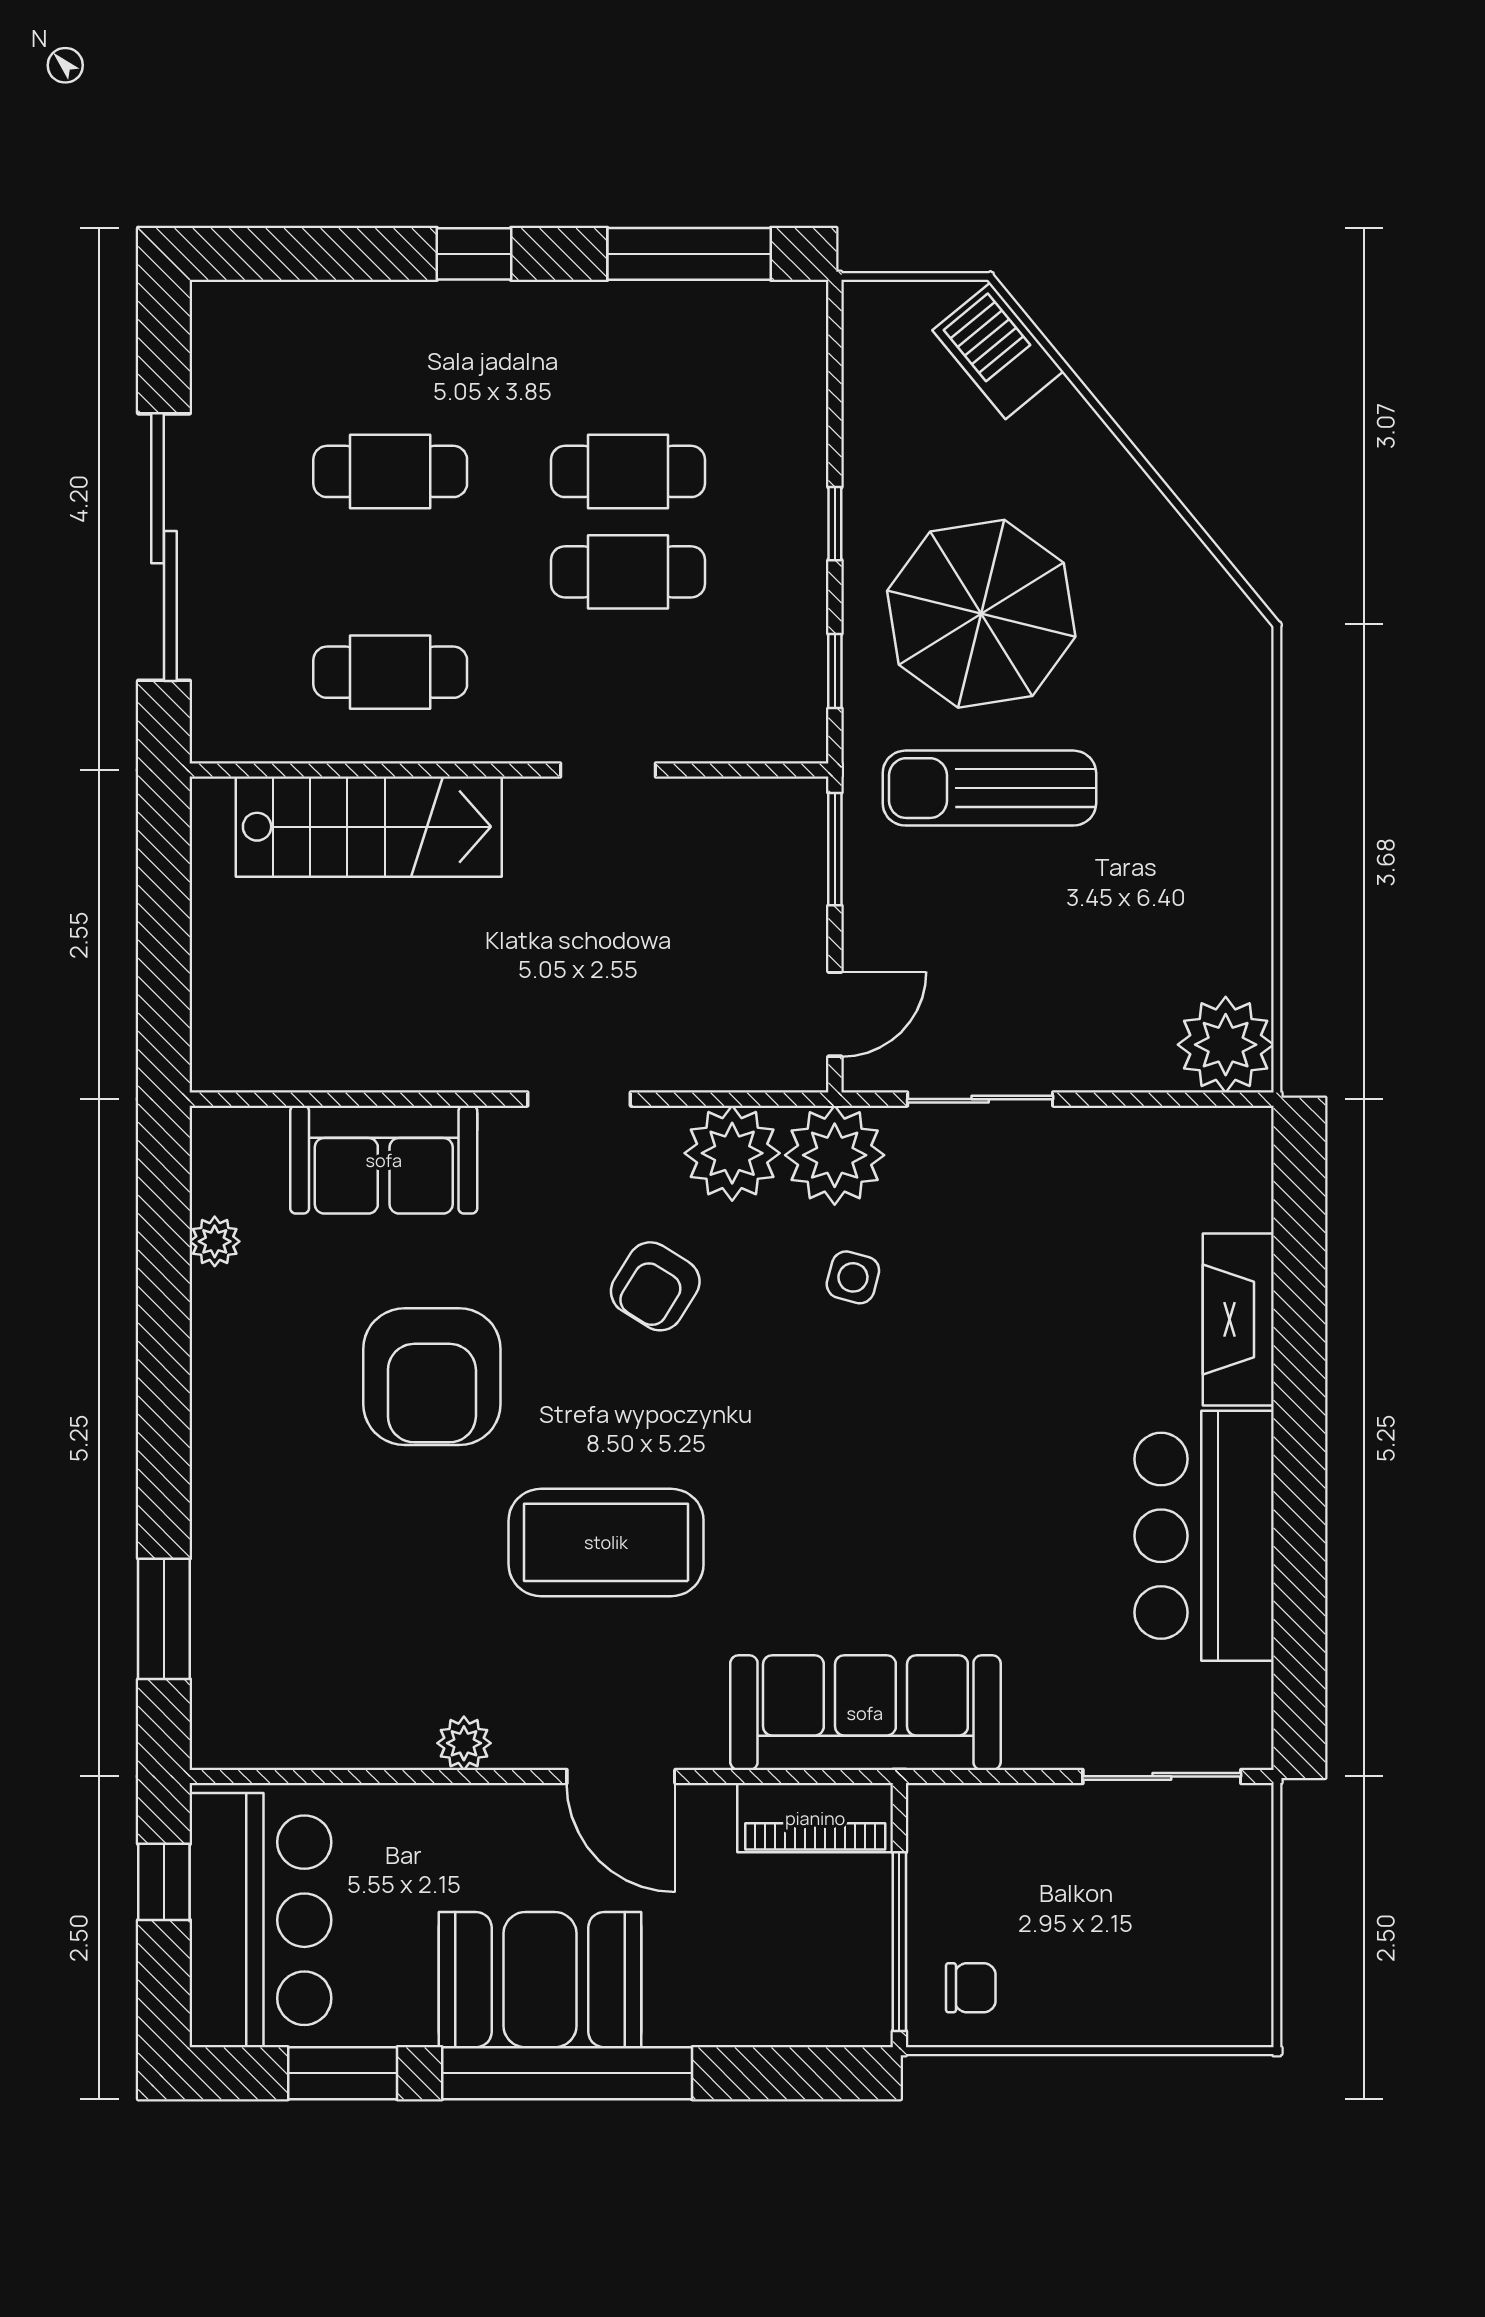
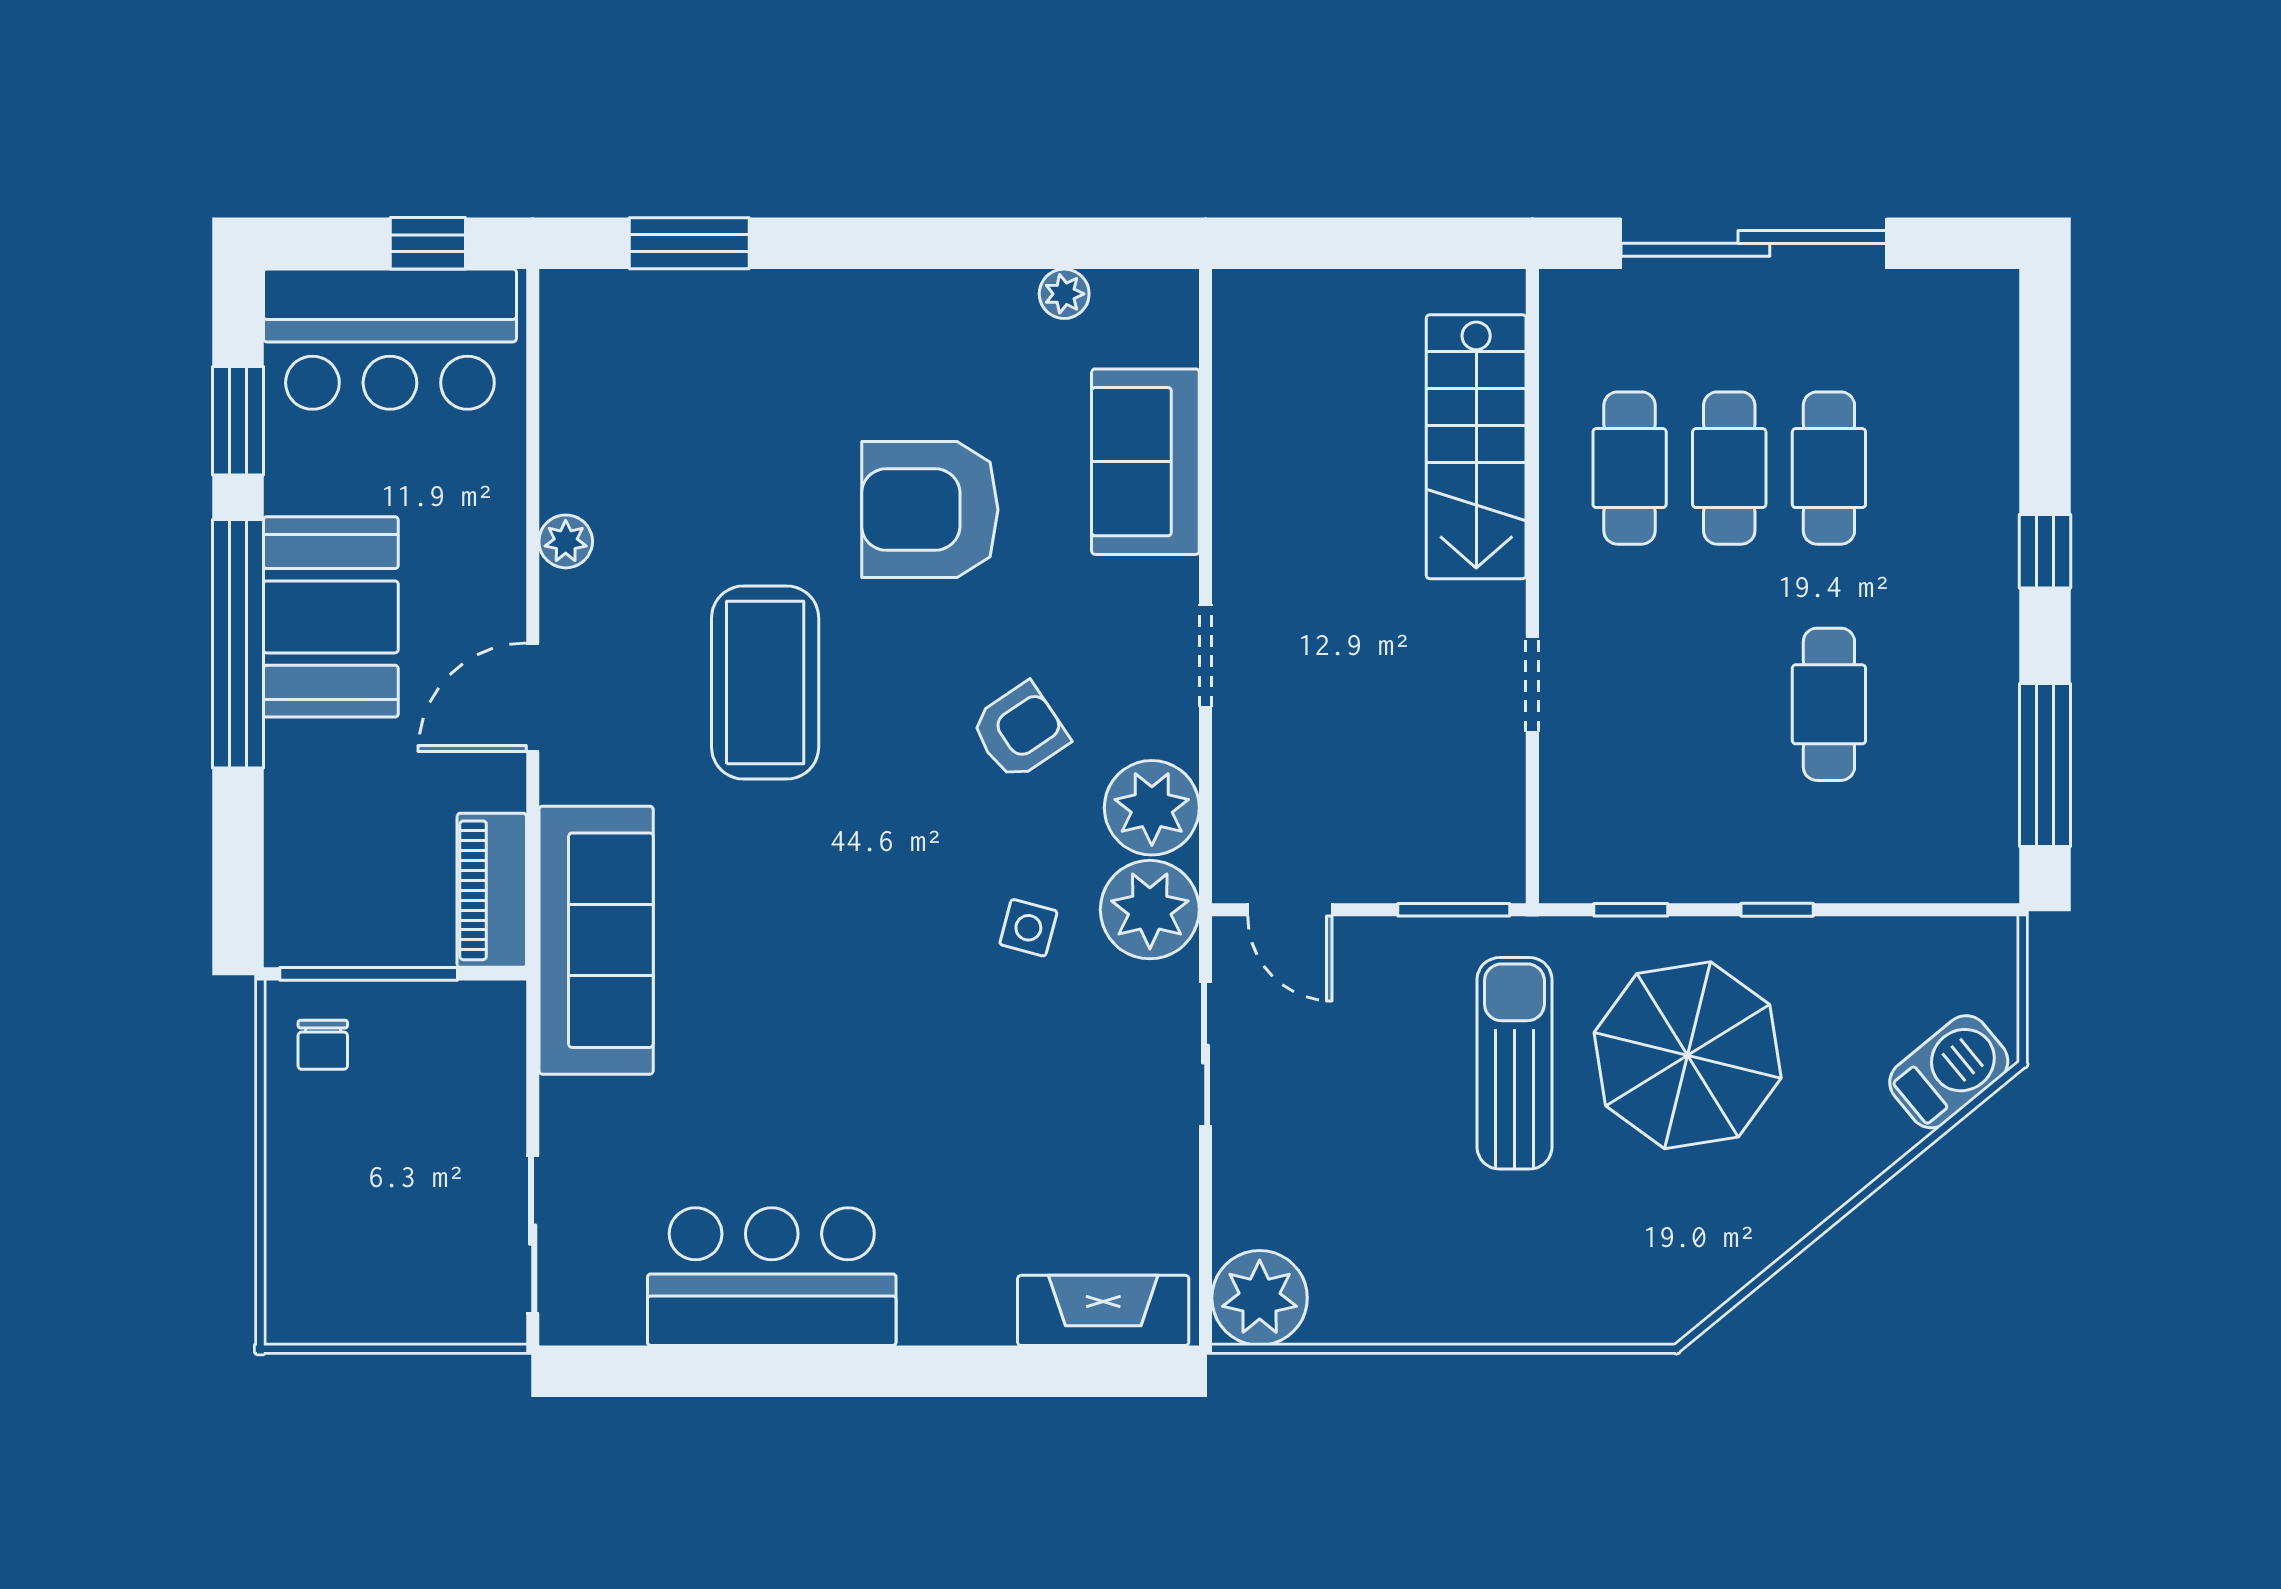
cafe table: (628, 572) -> (1729, 468), moved
armchair: (655, 1286) -> (1020, 731), turned 114
fireplace: (1238, 1319) -> (1103, 1310), moved

